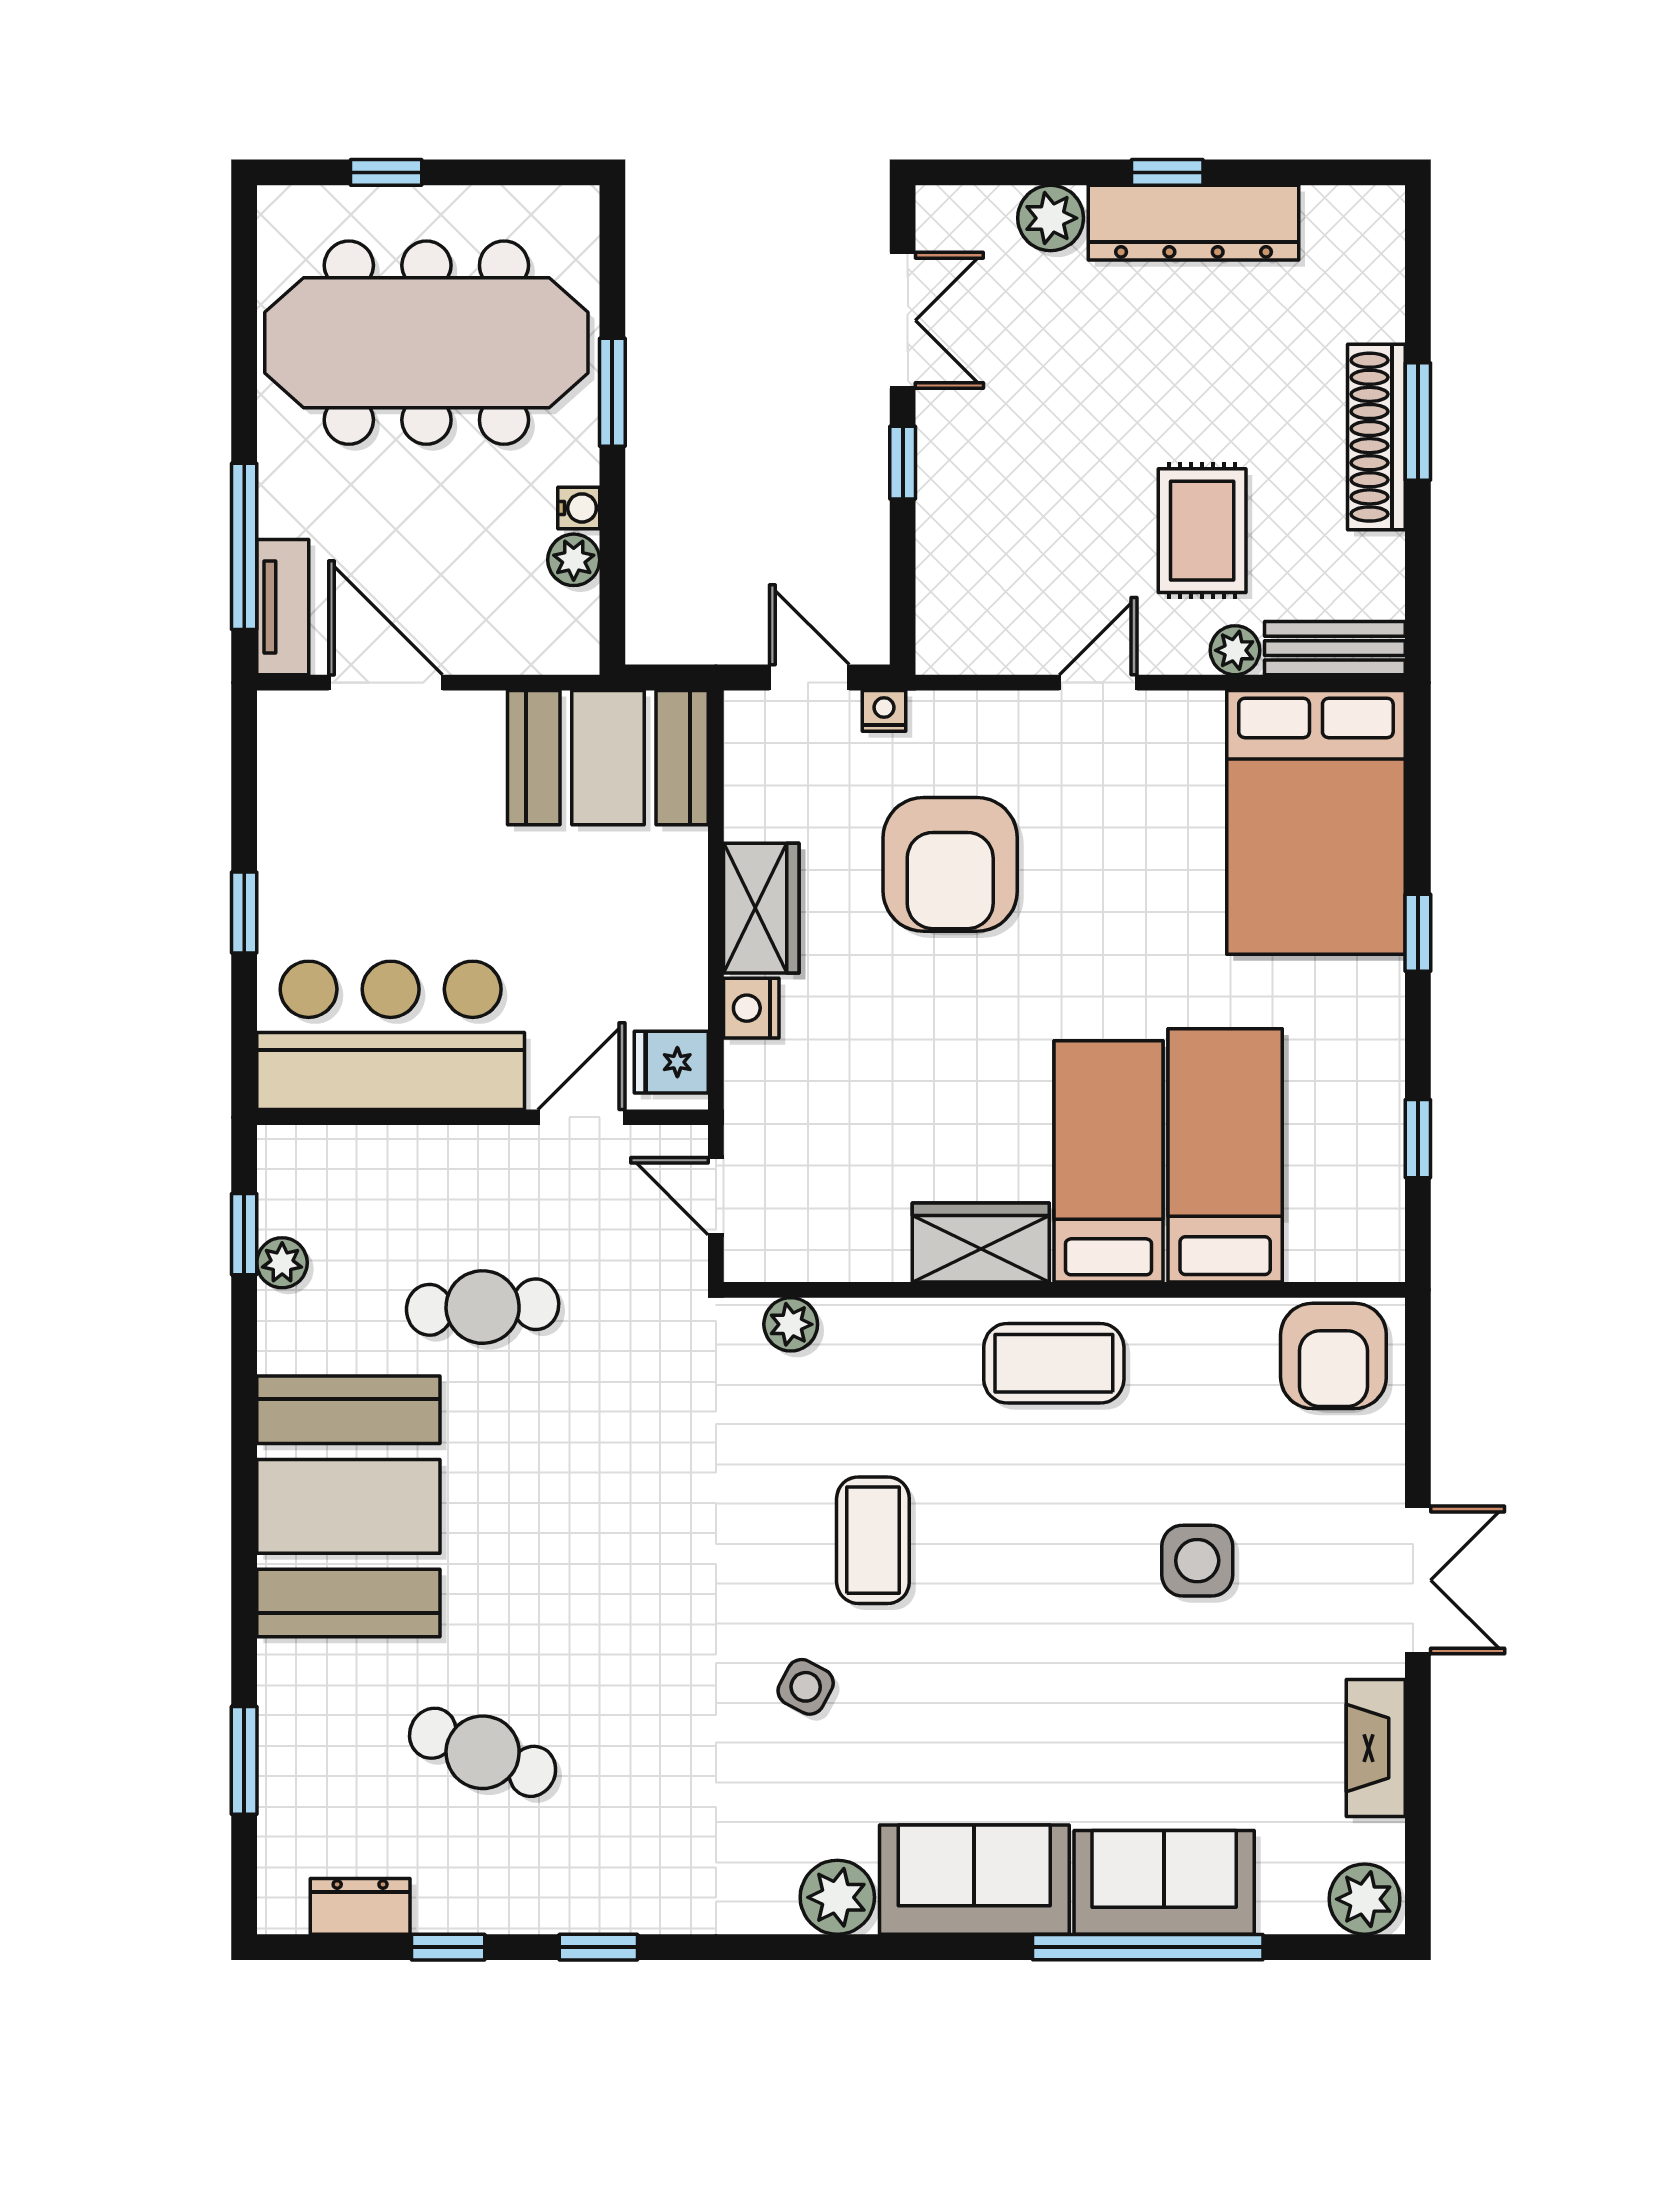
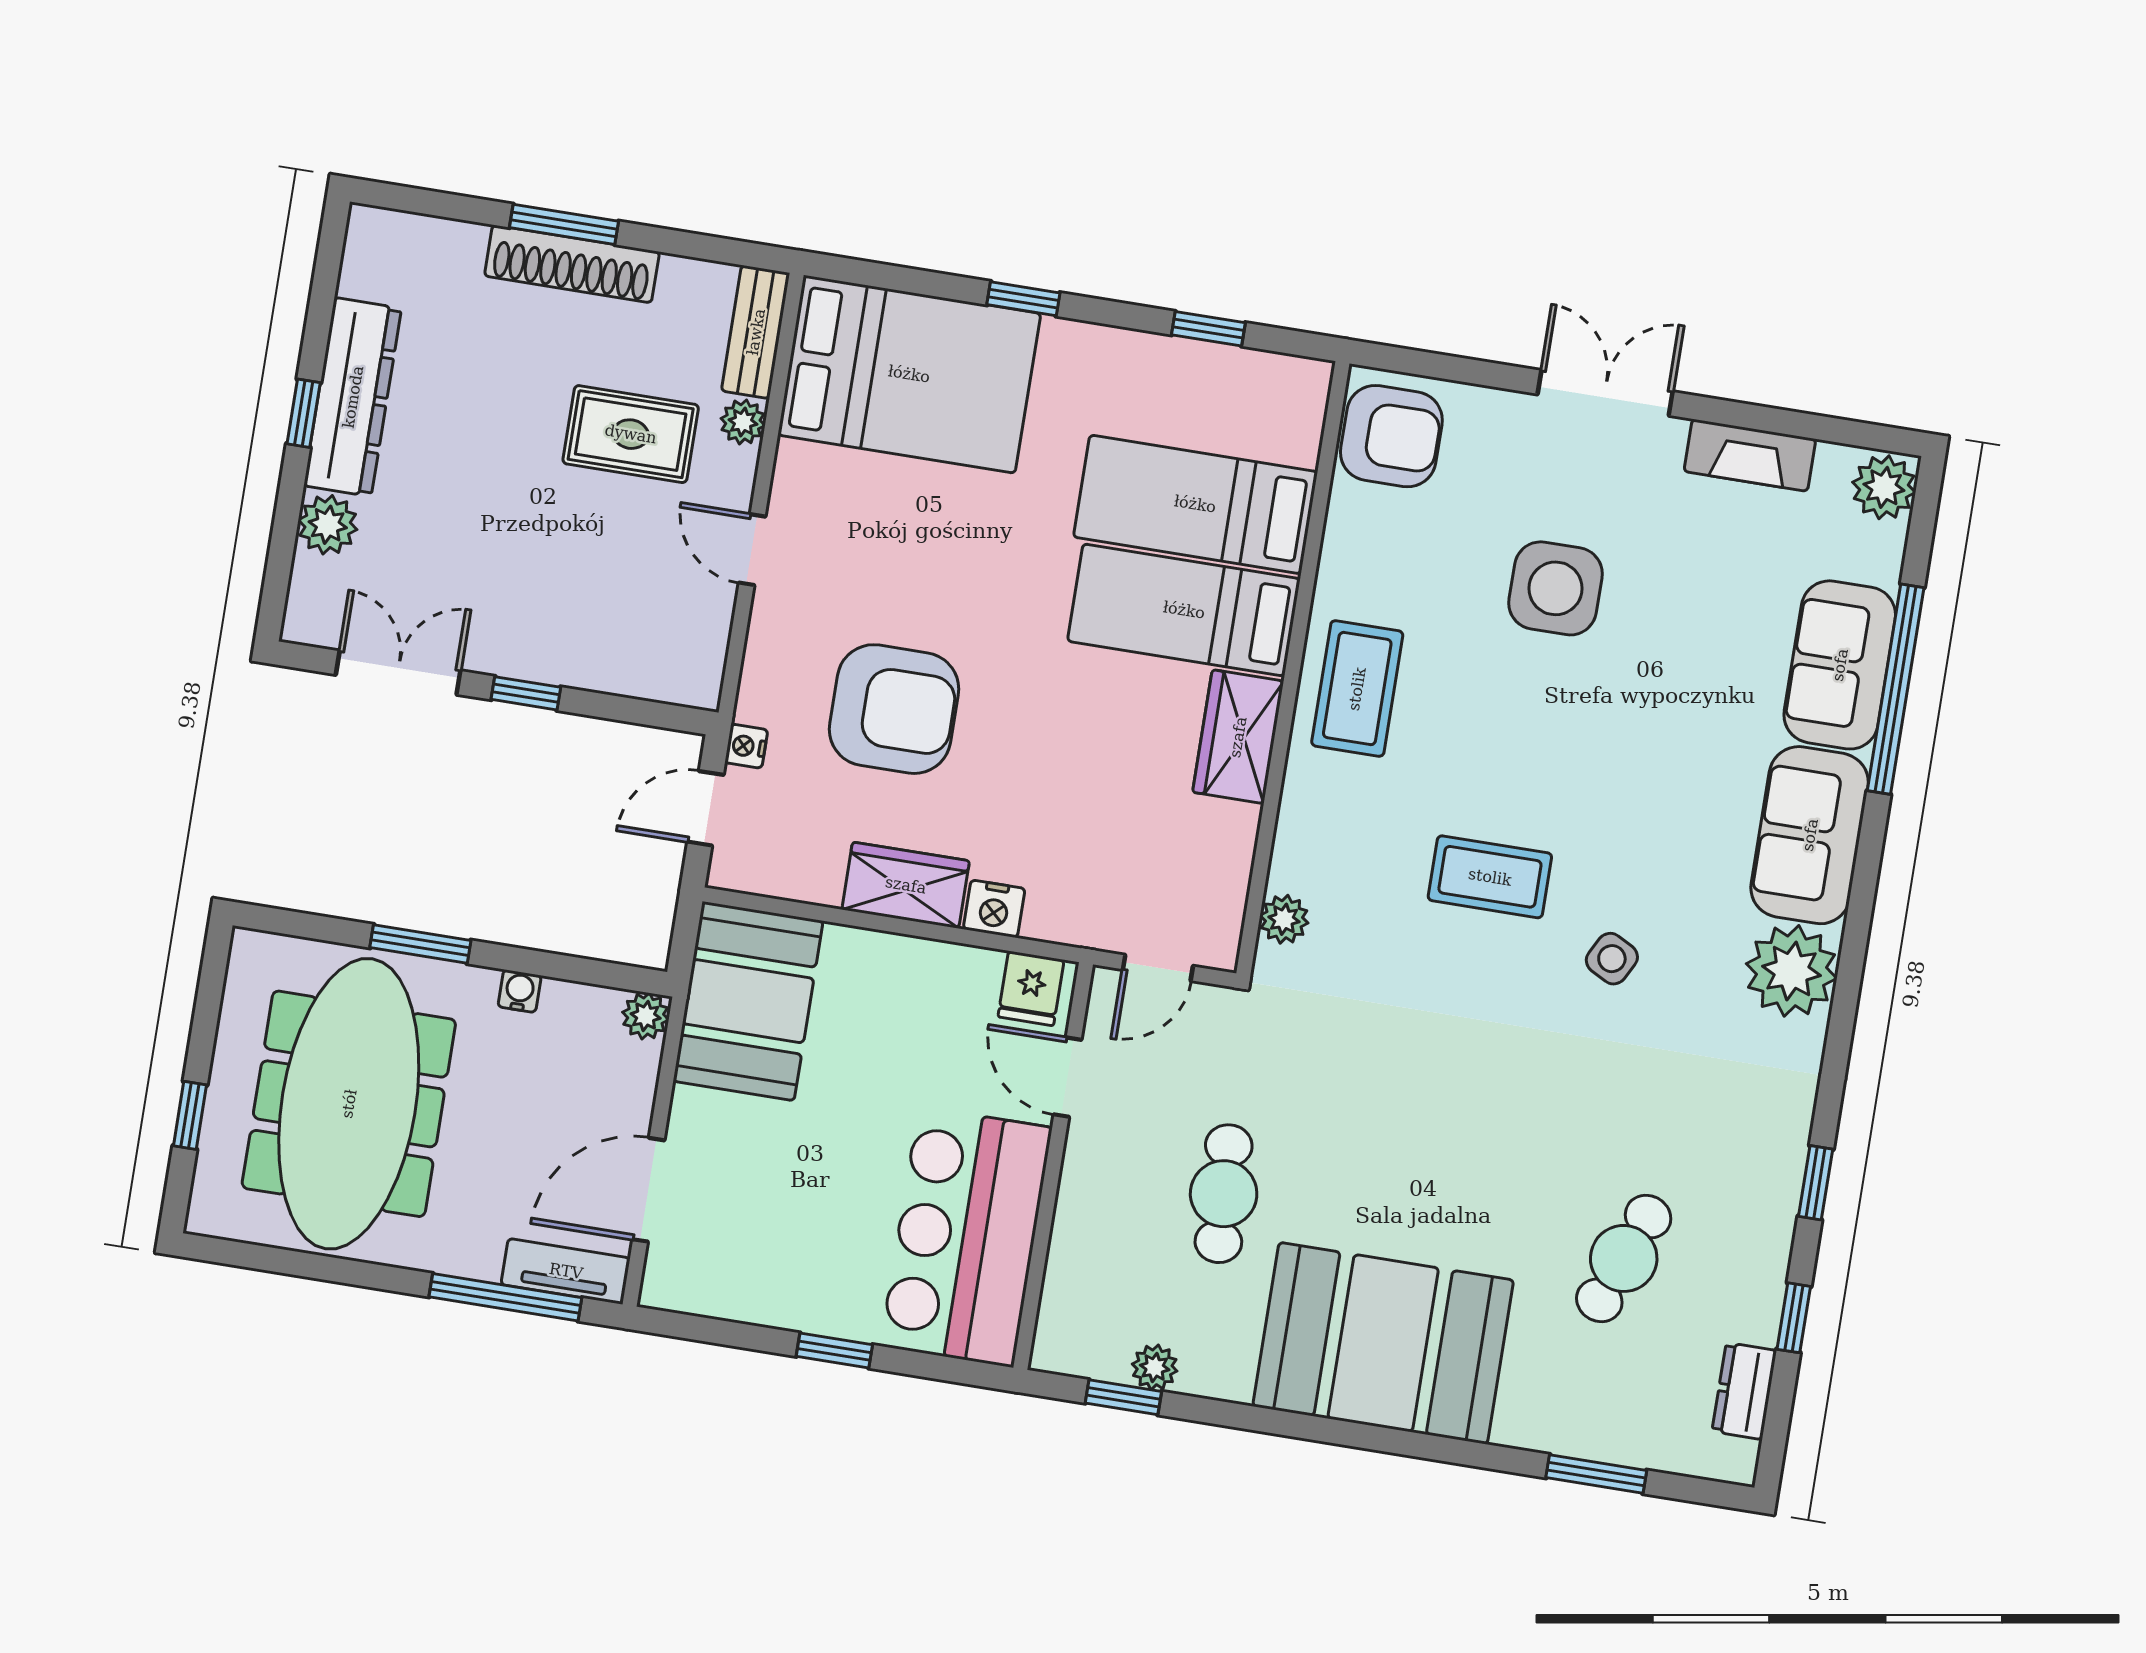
plant: (574, 560) -> (646, 1016), moved
side table: (1197, 1561) -> (1555, 588), width x1.37, depth x1.37
plant: (837, 1897) -> (1792, 971), width x1.36, depth x1.36

